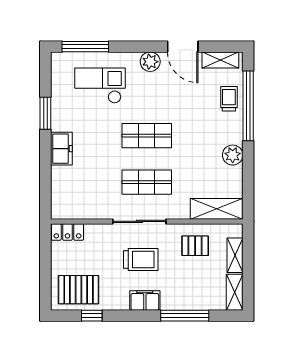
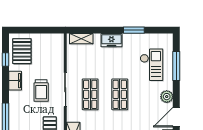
window: (85, 47) -> (176, 66), moved
shelving: (59, 196) -> (81, 39), added
locker: (67, 232) -> (59, 44), removed
filing cabinet: (145, 300) -> (15, 81), moved

